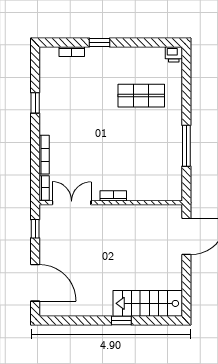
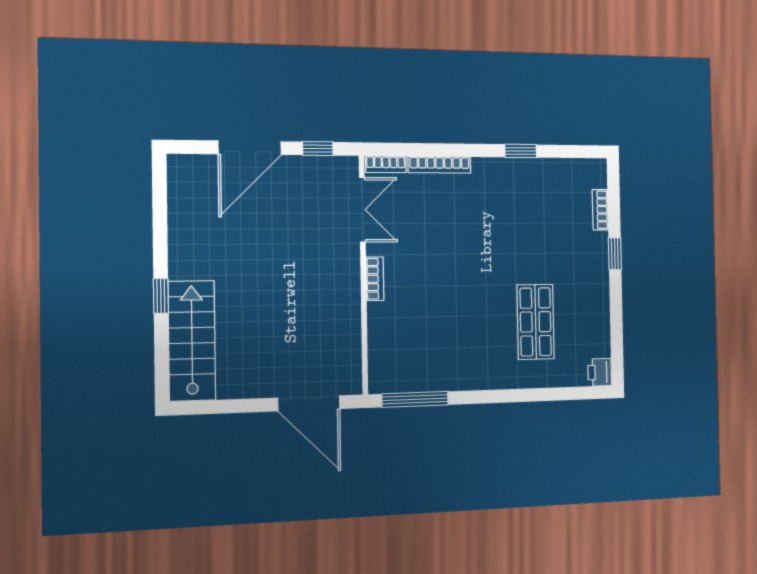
window: (186, 146) -> (415, 399), moved
door: (35, 283) -> (250, 148), moved

